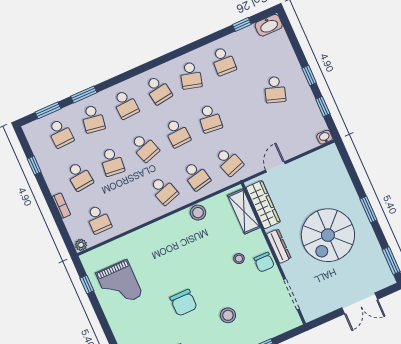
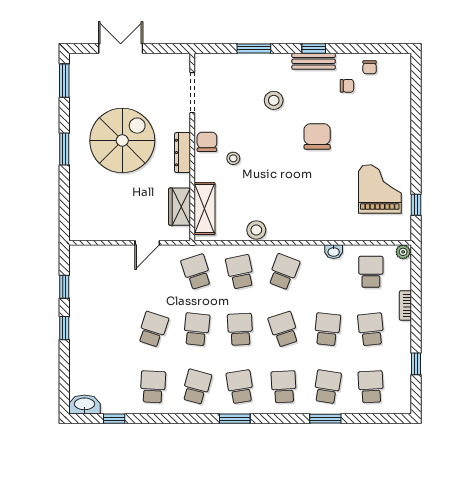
school desk: (275, 90) -> (153, 329), moved
window: (48, 110) -> (235, 419), moved
washbasin: (325, 137) -> (334, 252), moved
school desk: (164, 190) -> (284, 272), turned 39
wardrobe: (263, 205) -> (180, 207), width x0.67

